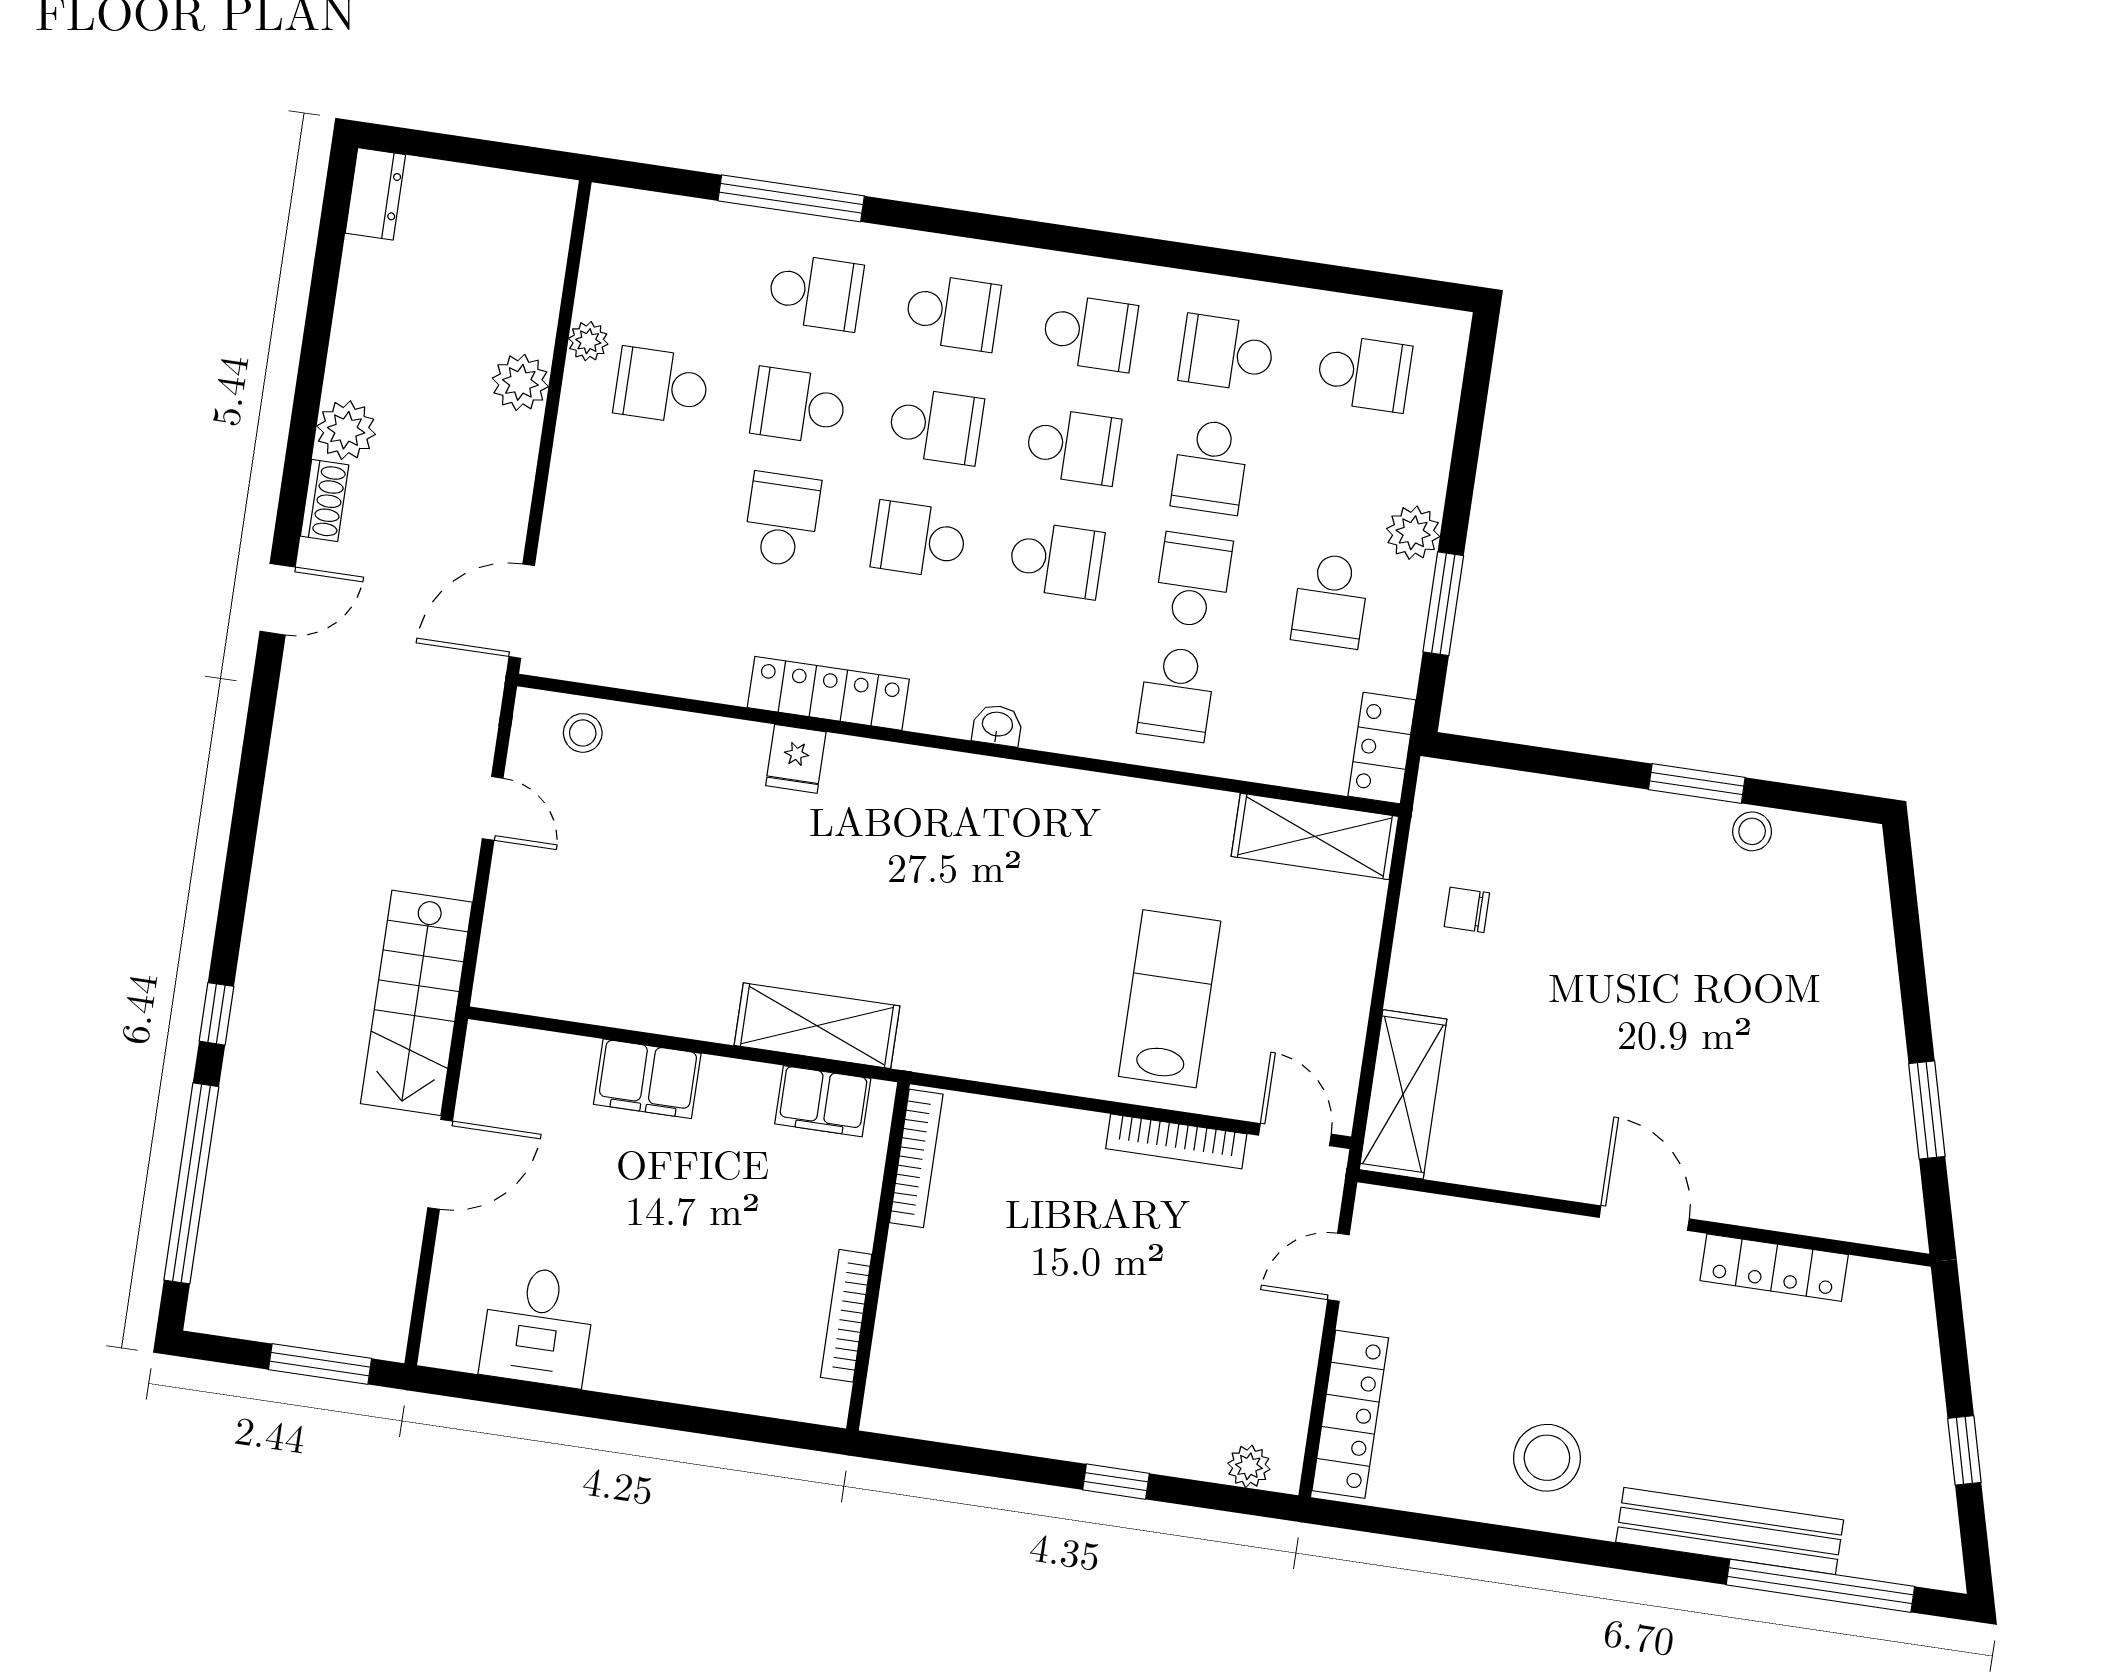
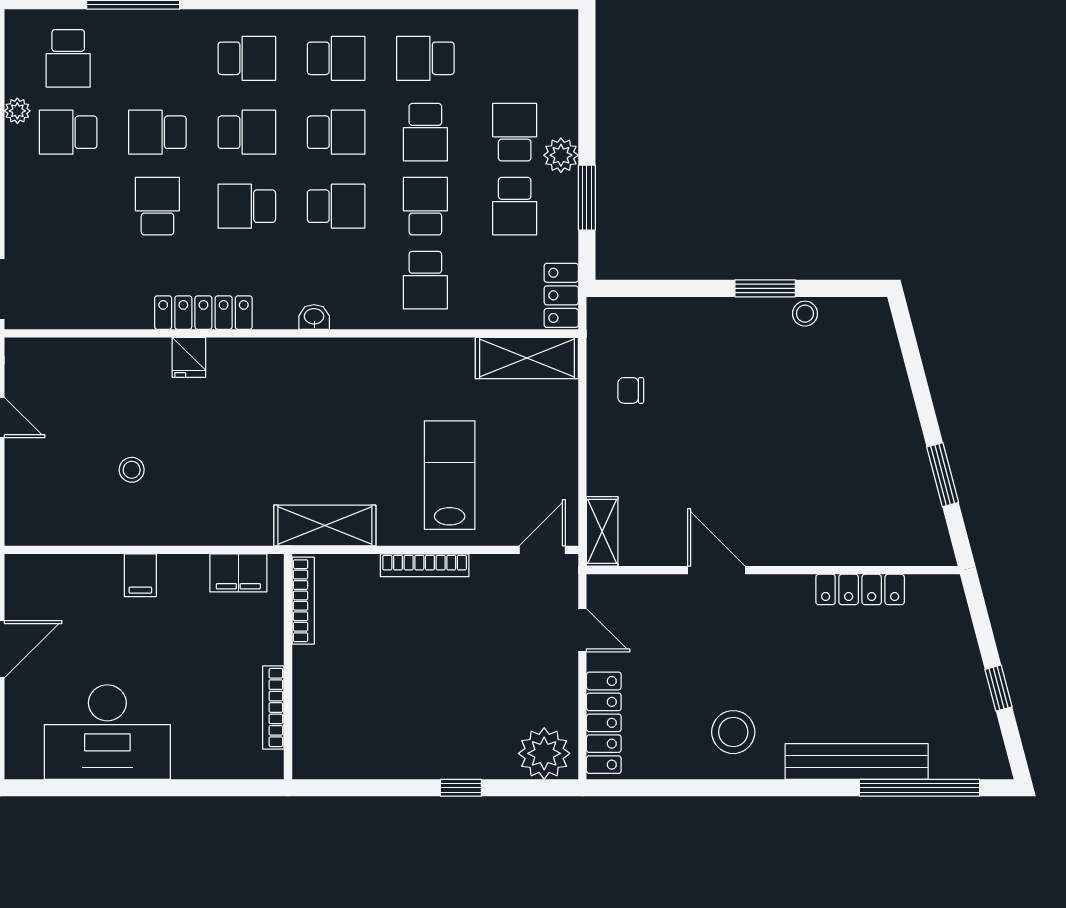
school desk: (815, 292) -> (68, 58), moved, turned 90
school desk: (1364, 373) -> (515, 132), moved, turned -90
stool: (583, 733) -> (132, 470), moved
shelving: (817, 1026) -> (325, 525), moved
filing cabinet: (647, 1079) -> (140, 575), width x0.50
shelving: (1403, 1094) -> (602, 531), width x0.67, depth x0.75
door: (1295, 1135) -> (542, 550), hinge flipped
bookcase: (1176, 1141) -> (425, 565), moved
door: (1644, 1218) -> (716, 570), moved
door: (1338, 1267) -> (582, 630), swing flipped
desk: (538, 1326) -> (107, 732), width x1.87, depth x1.30
plant: (1249, 1466) -> (544, 753), width x1.87, depth x1.87

